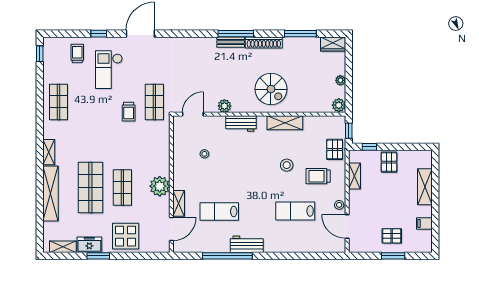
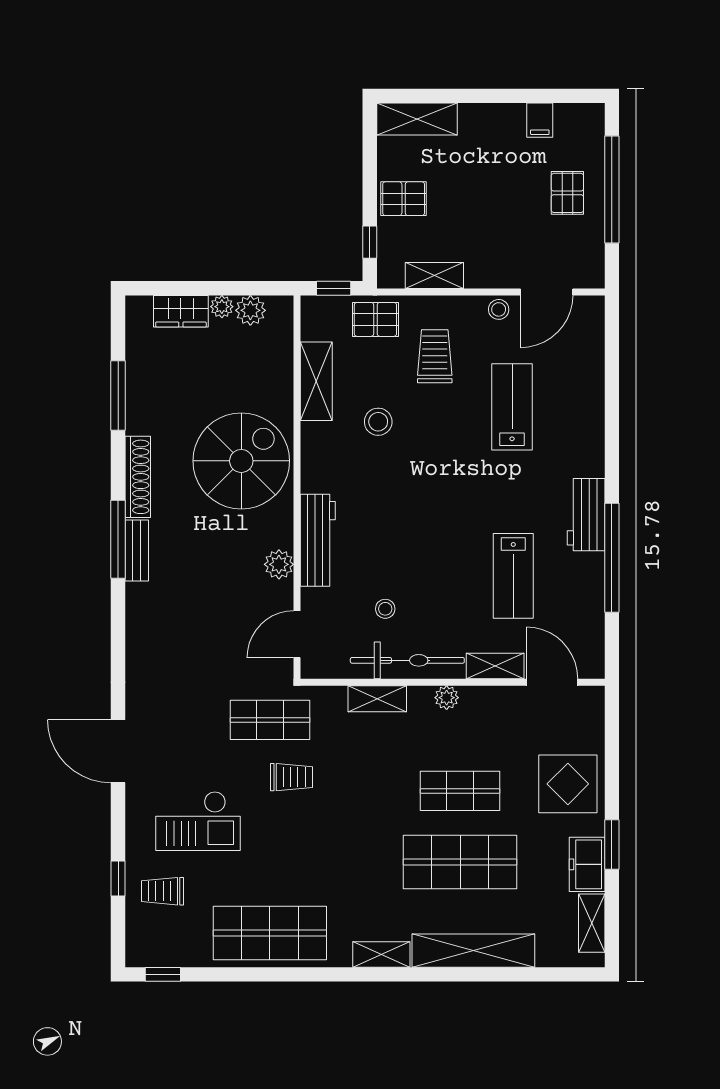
window: (99, 34) -> (118, 879), moved
wardrobe: (333, 44) -> (181, 311), moved, turned 90
spiral stairs: (271, 89) -> (241, 461), width x1.37, depth x1.37
shop shelf: (58, 102) -> (270, 933), width x1.43, depth x1.36
plant: (339, 105) -> (250, 310), moved
door: (193, 114) -> (297, 634), hinge flipped
shelving: (285, 123) -> (316, 381), moved
workbench: (241, 124) -> (318, 540), width x1.38
shelving: (164, 150) -> (377, 699), added
bicycle: (181, 164) -> (407, 660), added
stool: (287, 165) -> (378, 422), moved
trolley: (318, 176) -> (435, 356), turned 180
plant: (160, 186) -> (447, 698), width x0.53, depth x0.53
shelving: (425, 187) -> (417, 119), moved
lab bench: (295, 211) -> (512, 407), turned 180
window: (393, 256) -> (612, 190), width x2.11

